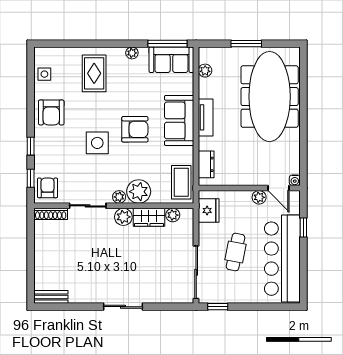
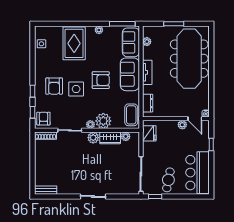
sofa: (171, 60) -> (131, 42), moved, turned 90
rug: (94, 73) -> (74, 43), width x1.36, depth x1.43
armchair: (51, 112) -> (54, 86), moved
cafe table: (236, 252) -> (168, 180), moved
bar counter: (282, 259) -> (198, 173), width x0.73

